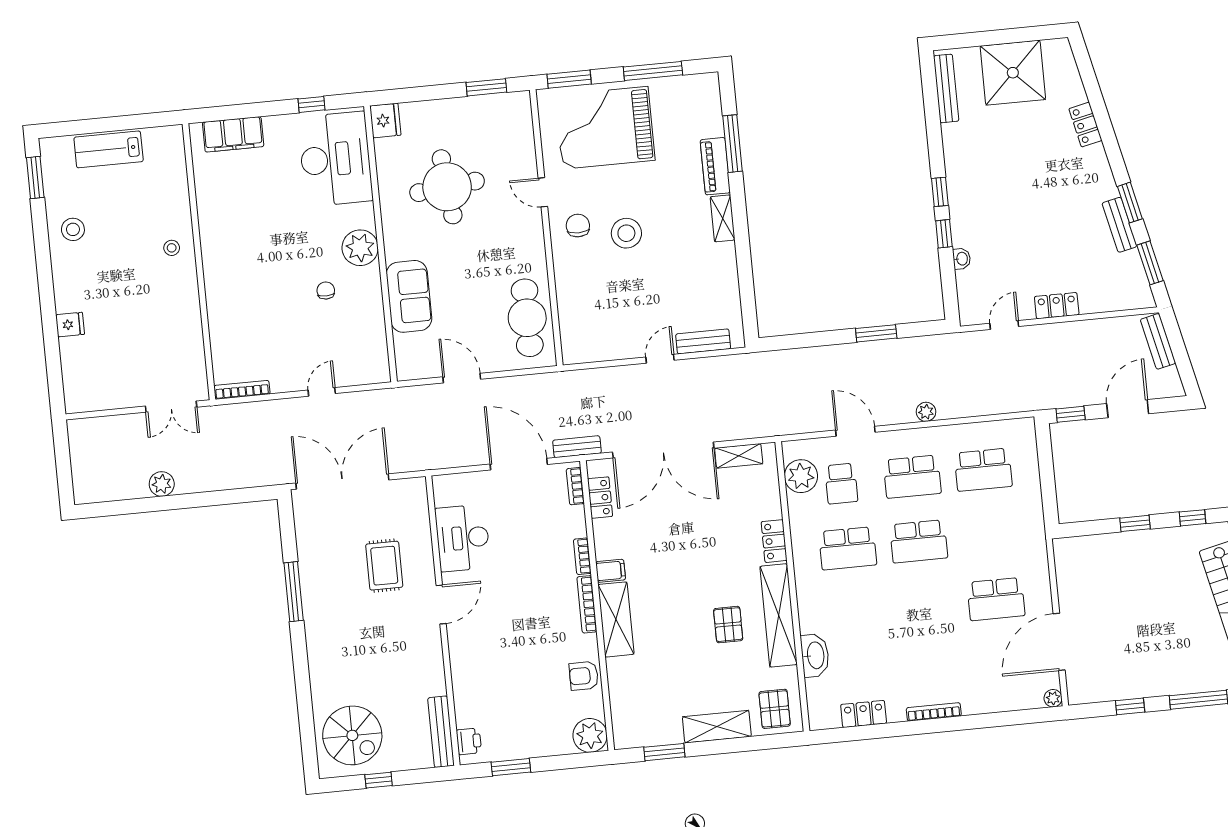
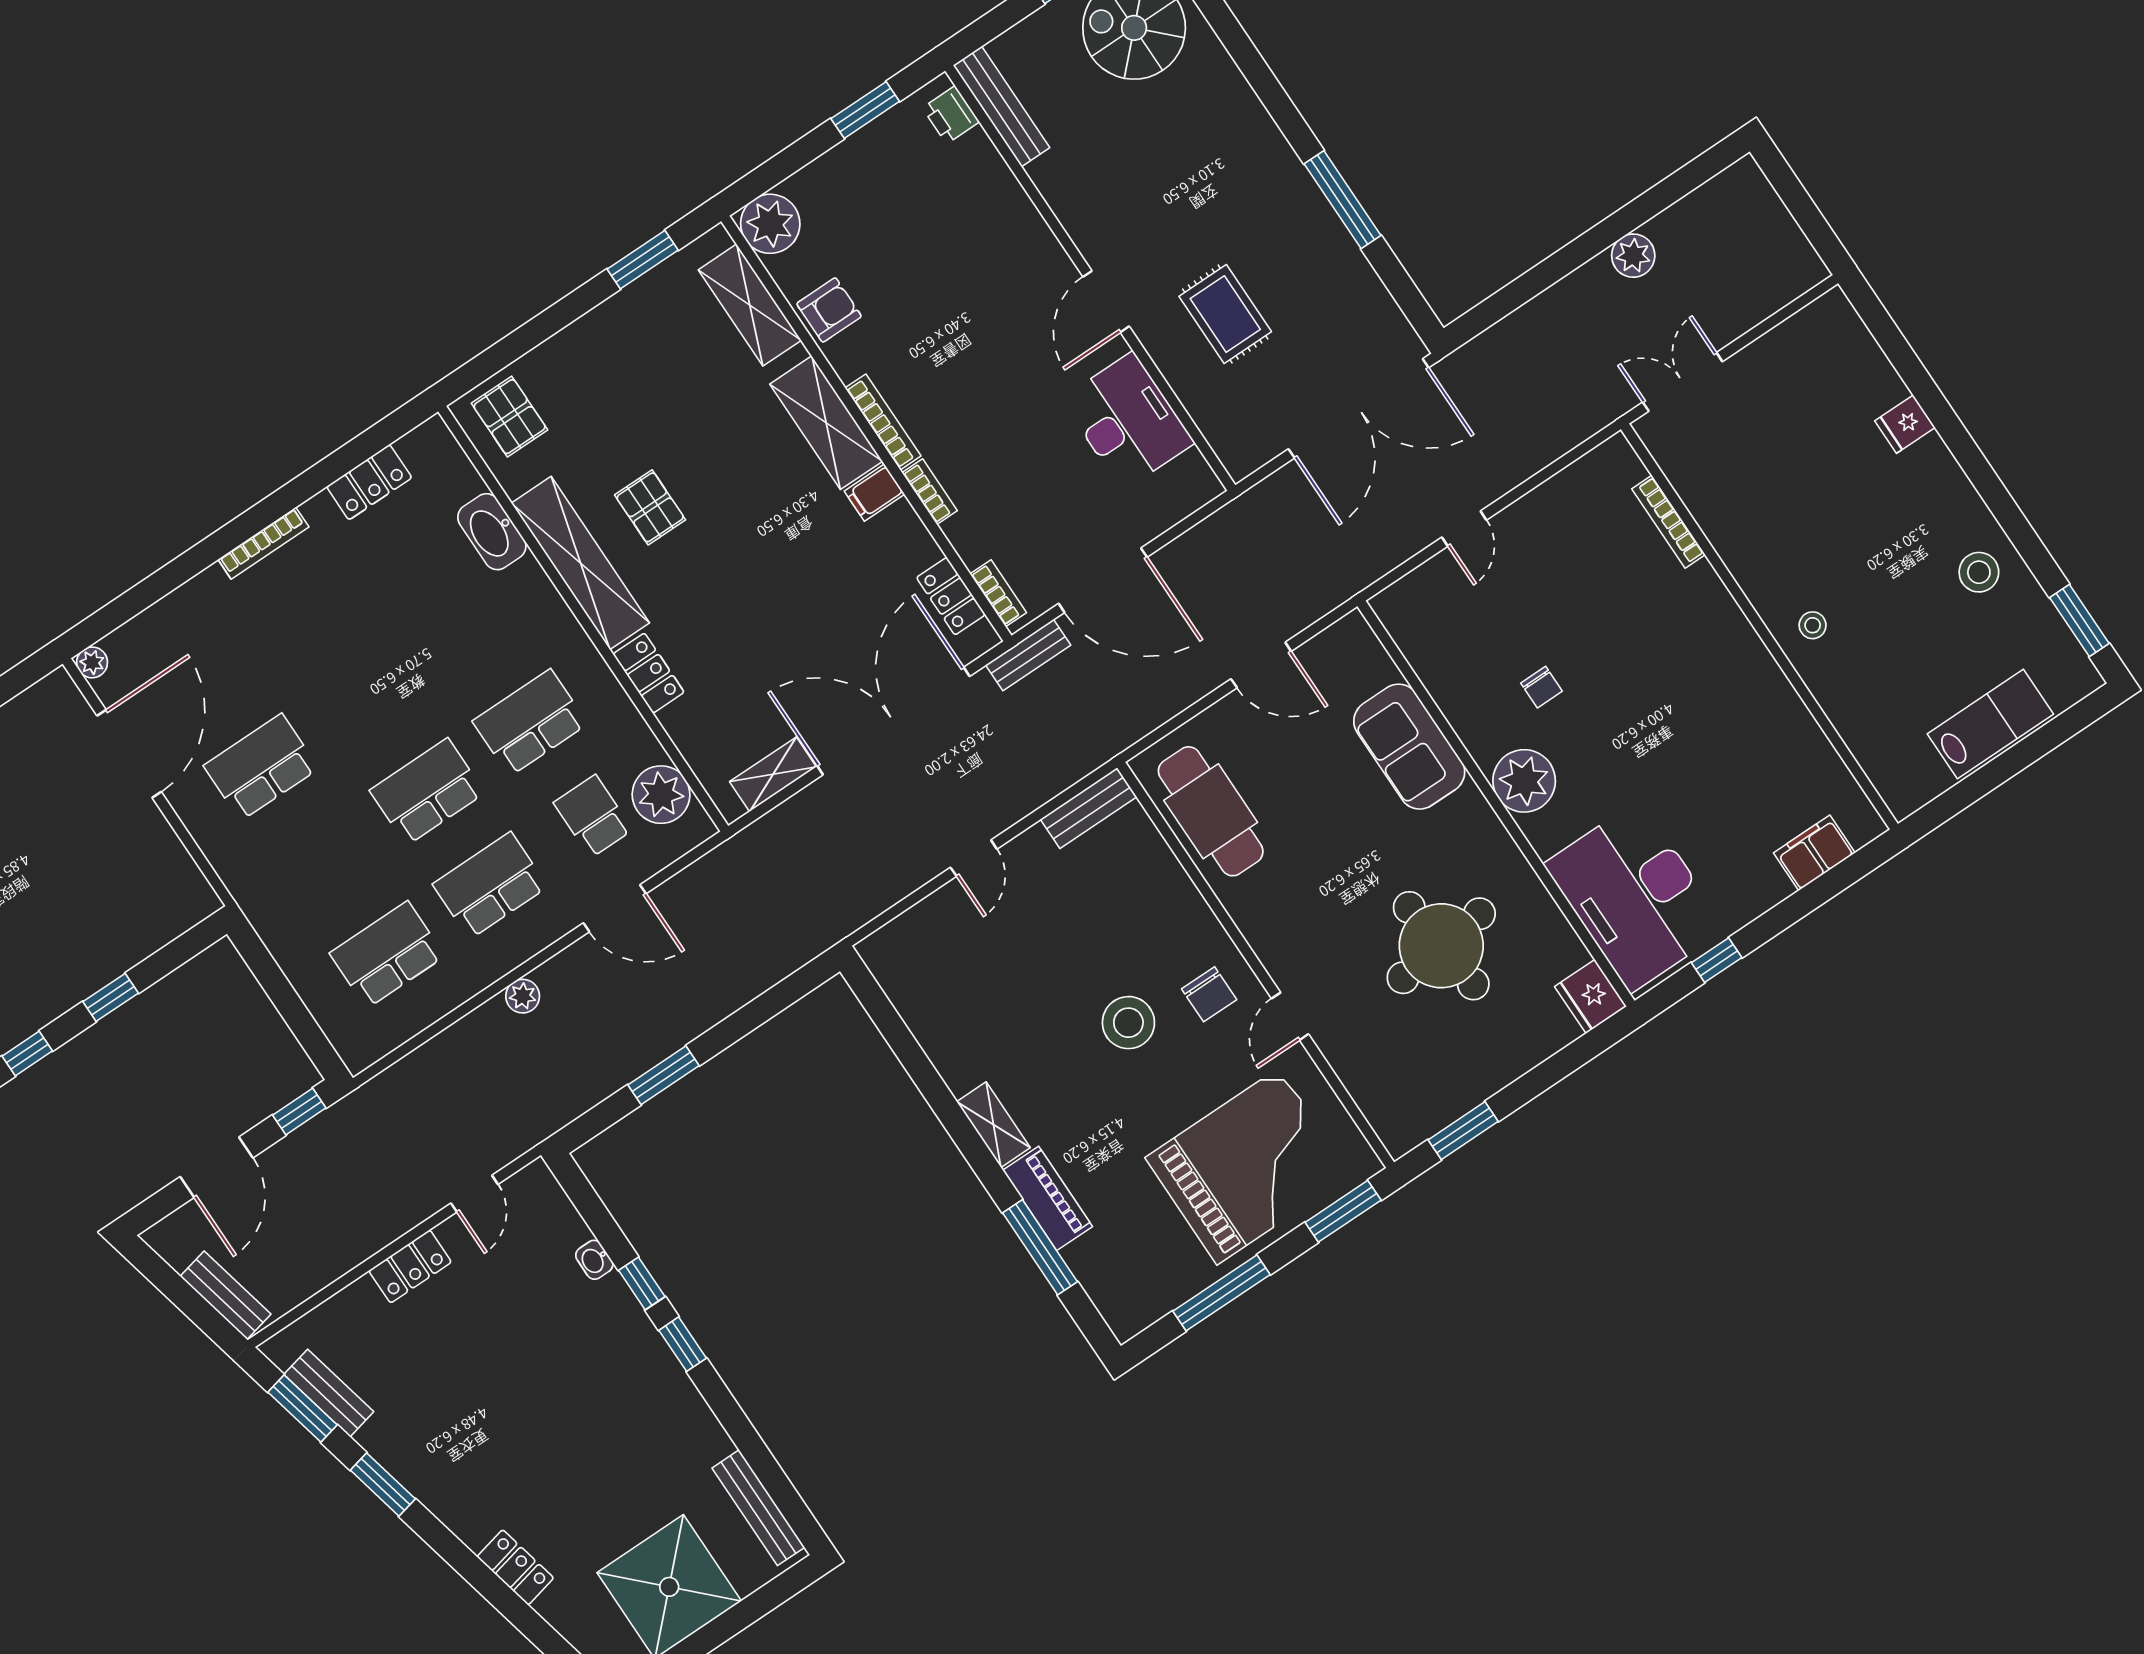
filing cabinet: (233, 134) -> (1814, 853), width x0.67, depth x0.86
door: (543, 192) -> (1290, 1016), swing flipped
bench: (1120, 225) -> (329, 1393), moved
bench: (703, 341) -> (1089, 808), moved
bookcase: (242, 390) -> (1668, 522), moved, turned 90
shelving: (717, 727) -> (750, 305), moved, turned 90

